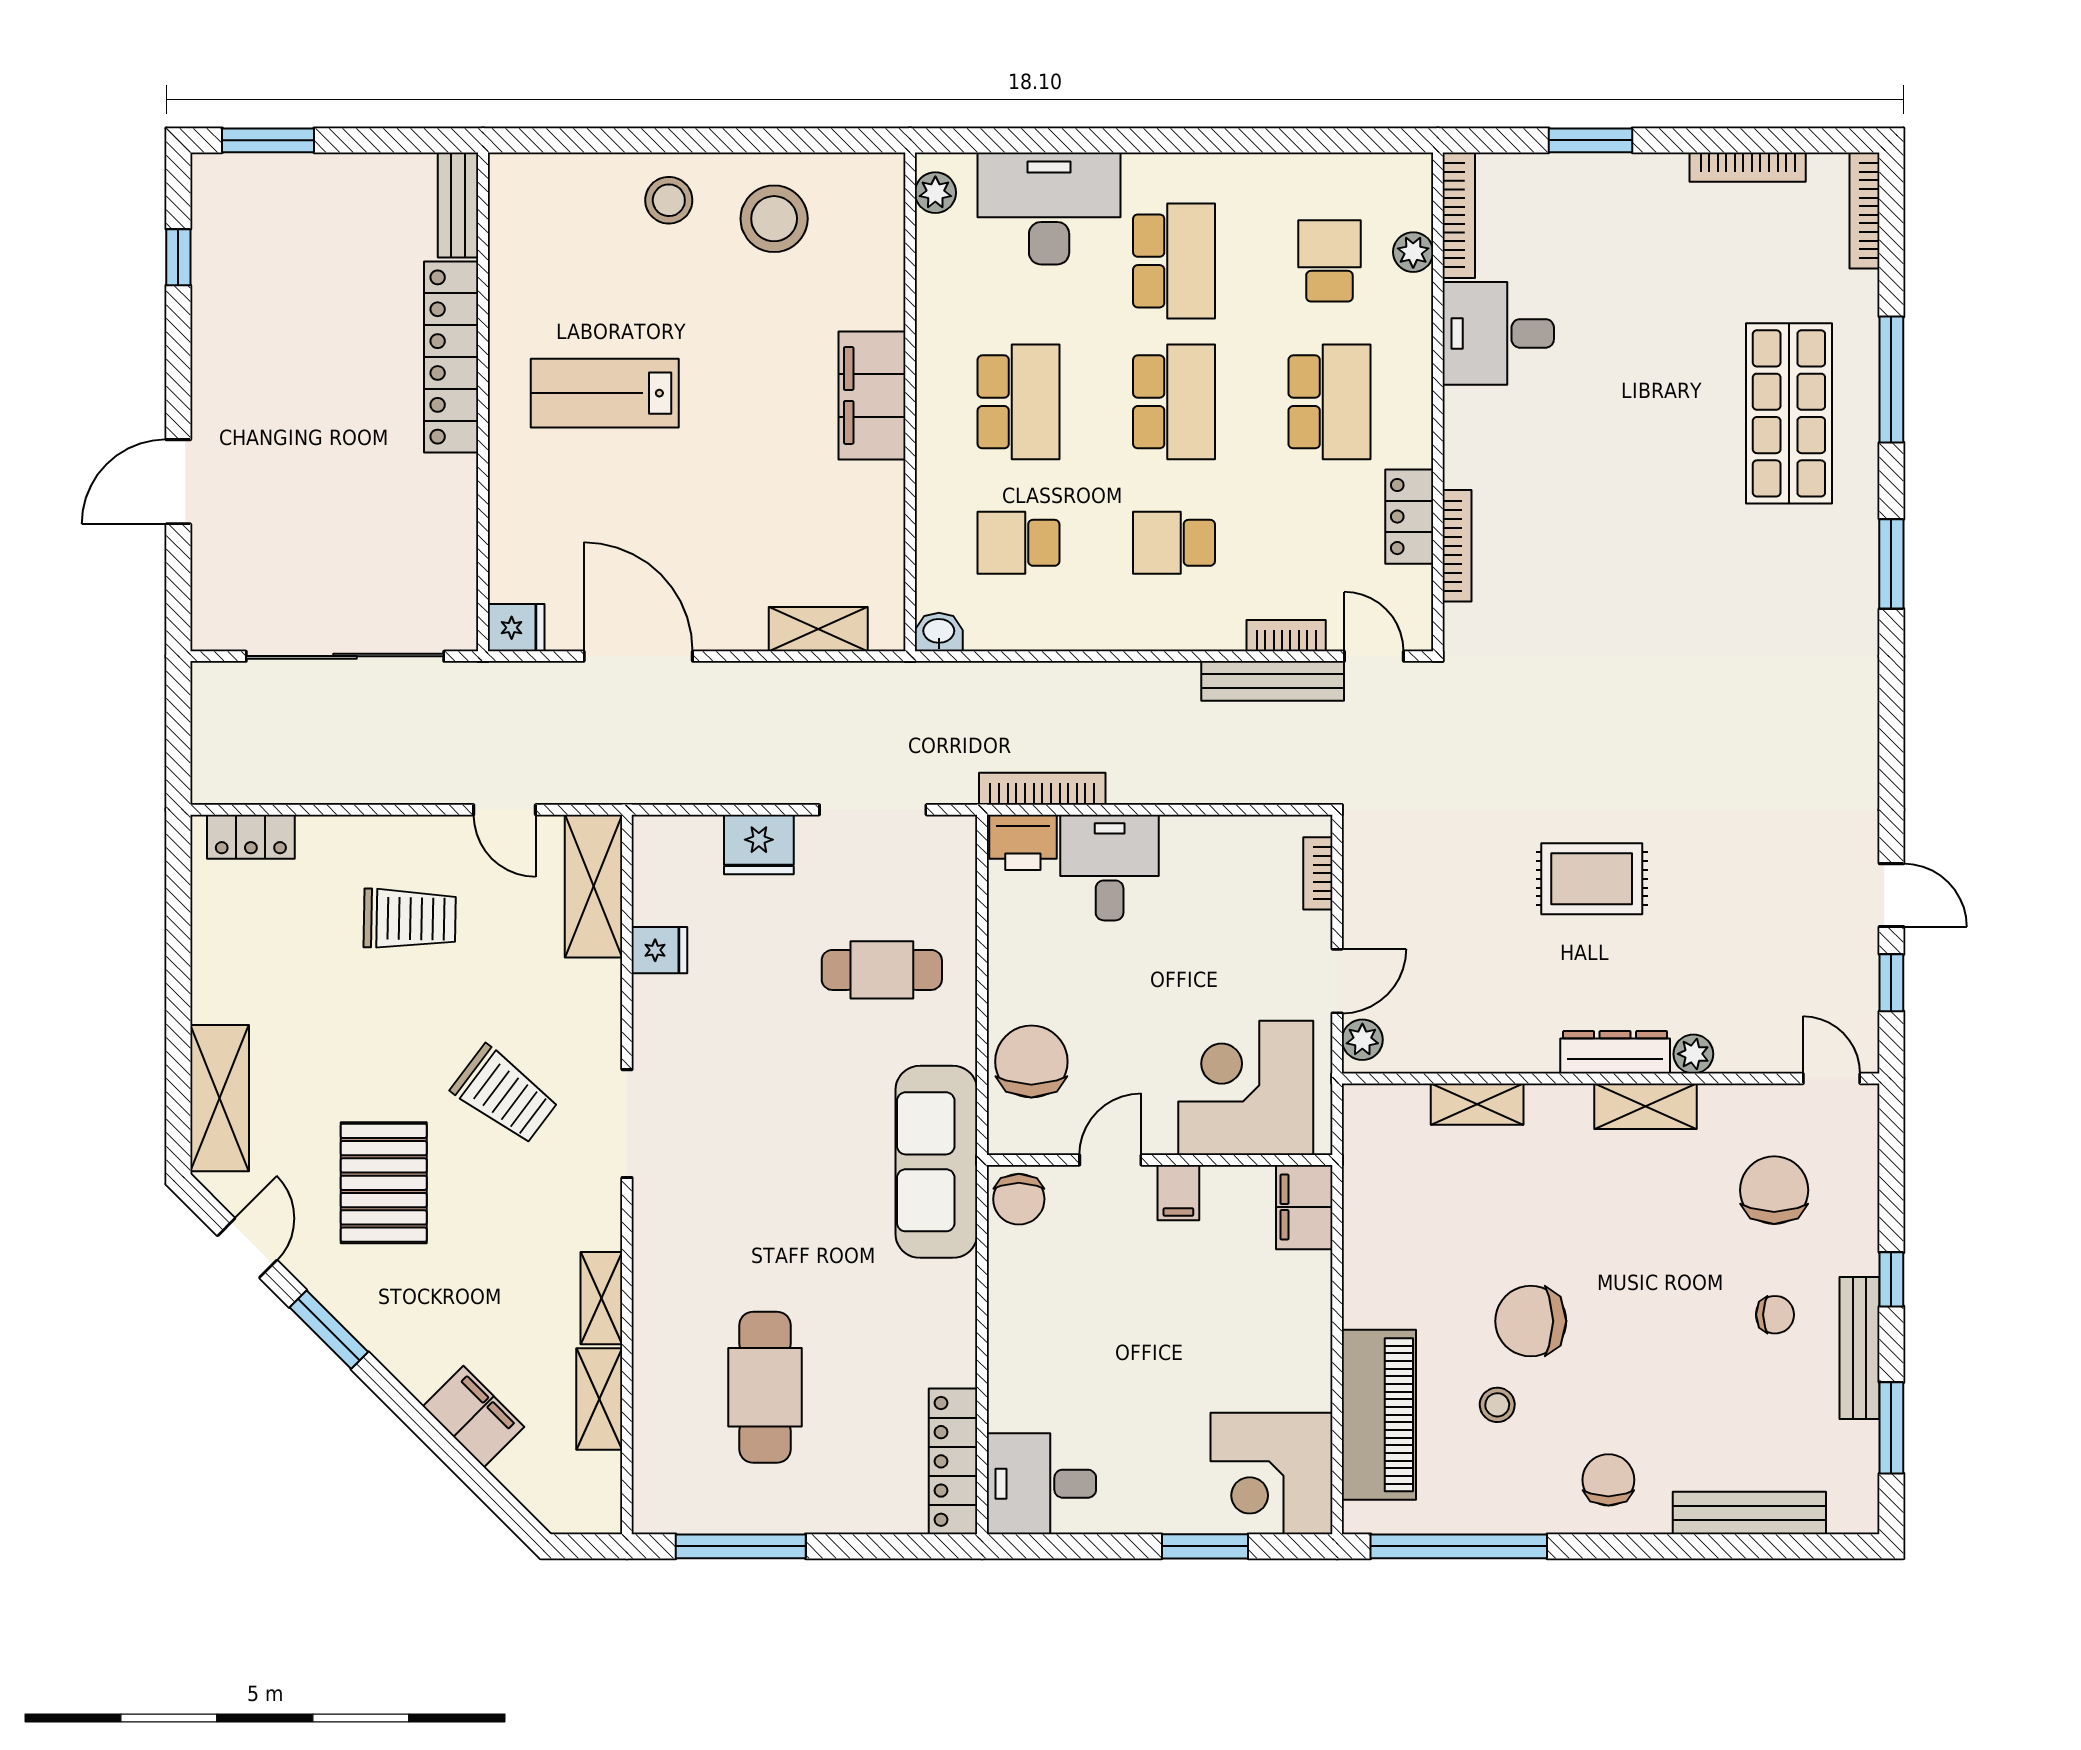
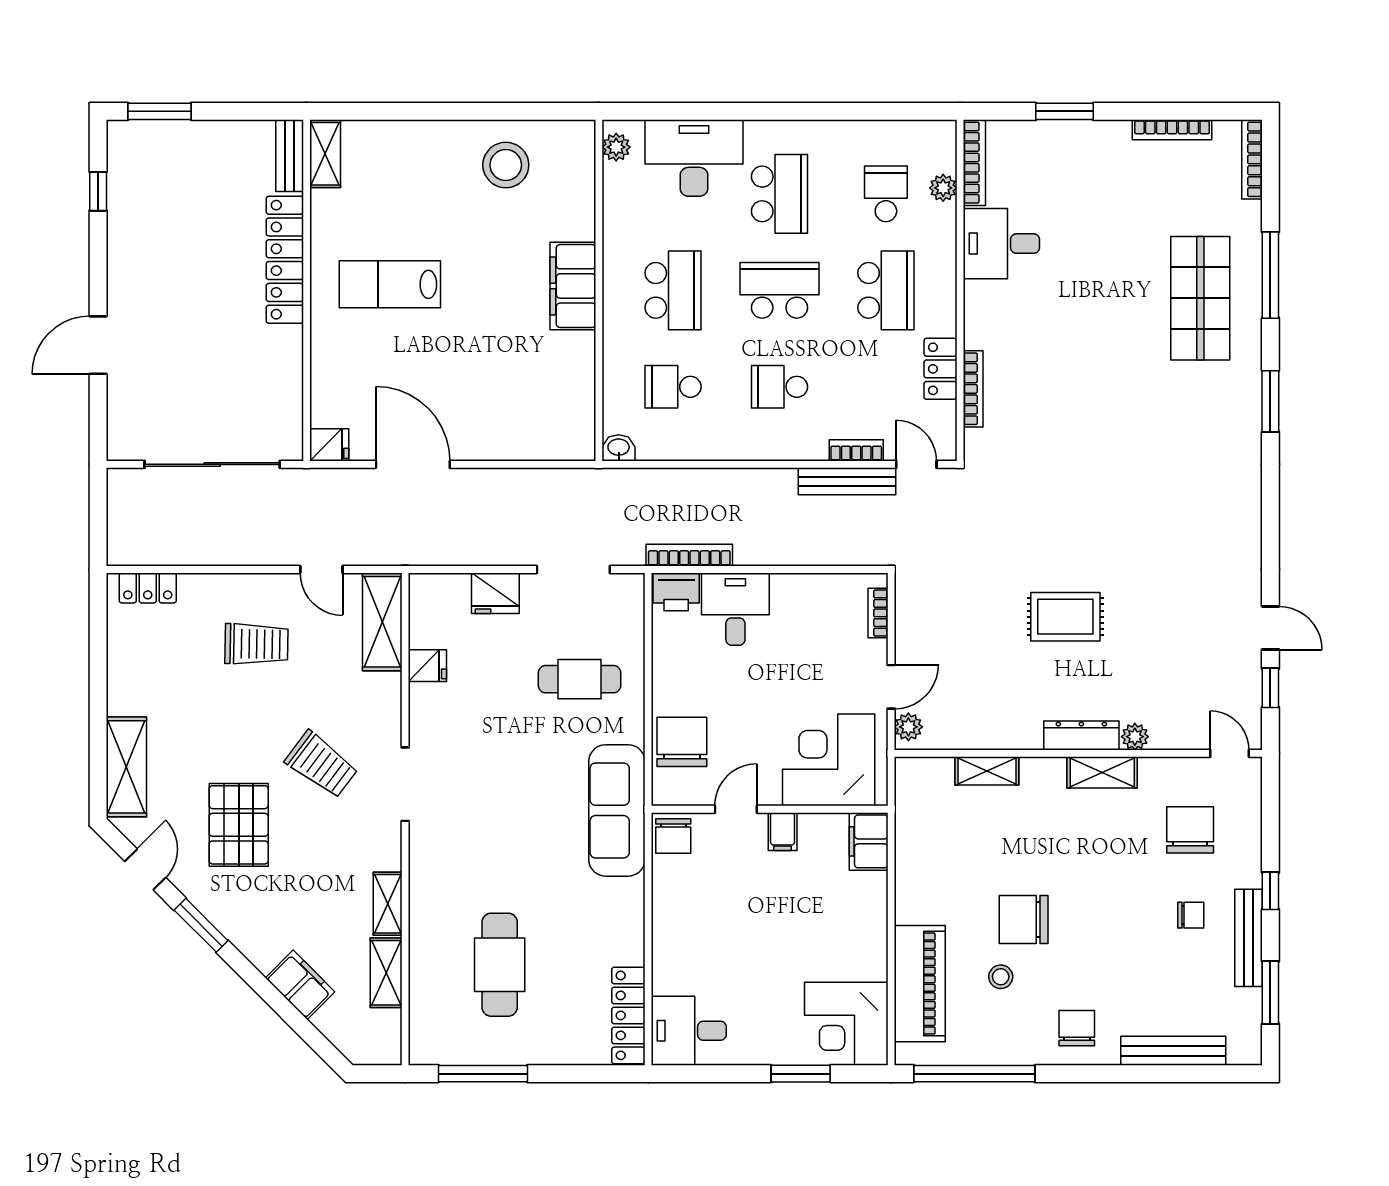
stool: (669, 200) -> (434, 152), removed
school desk: (1174, 402) -> (779, 290), turned -90
shelving: (818, 629) -> (325, 154), moved, turned 90

